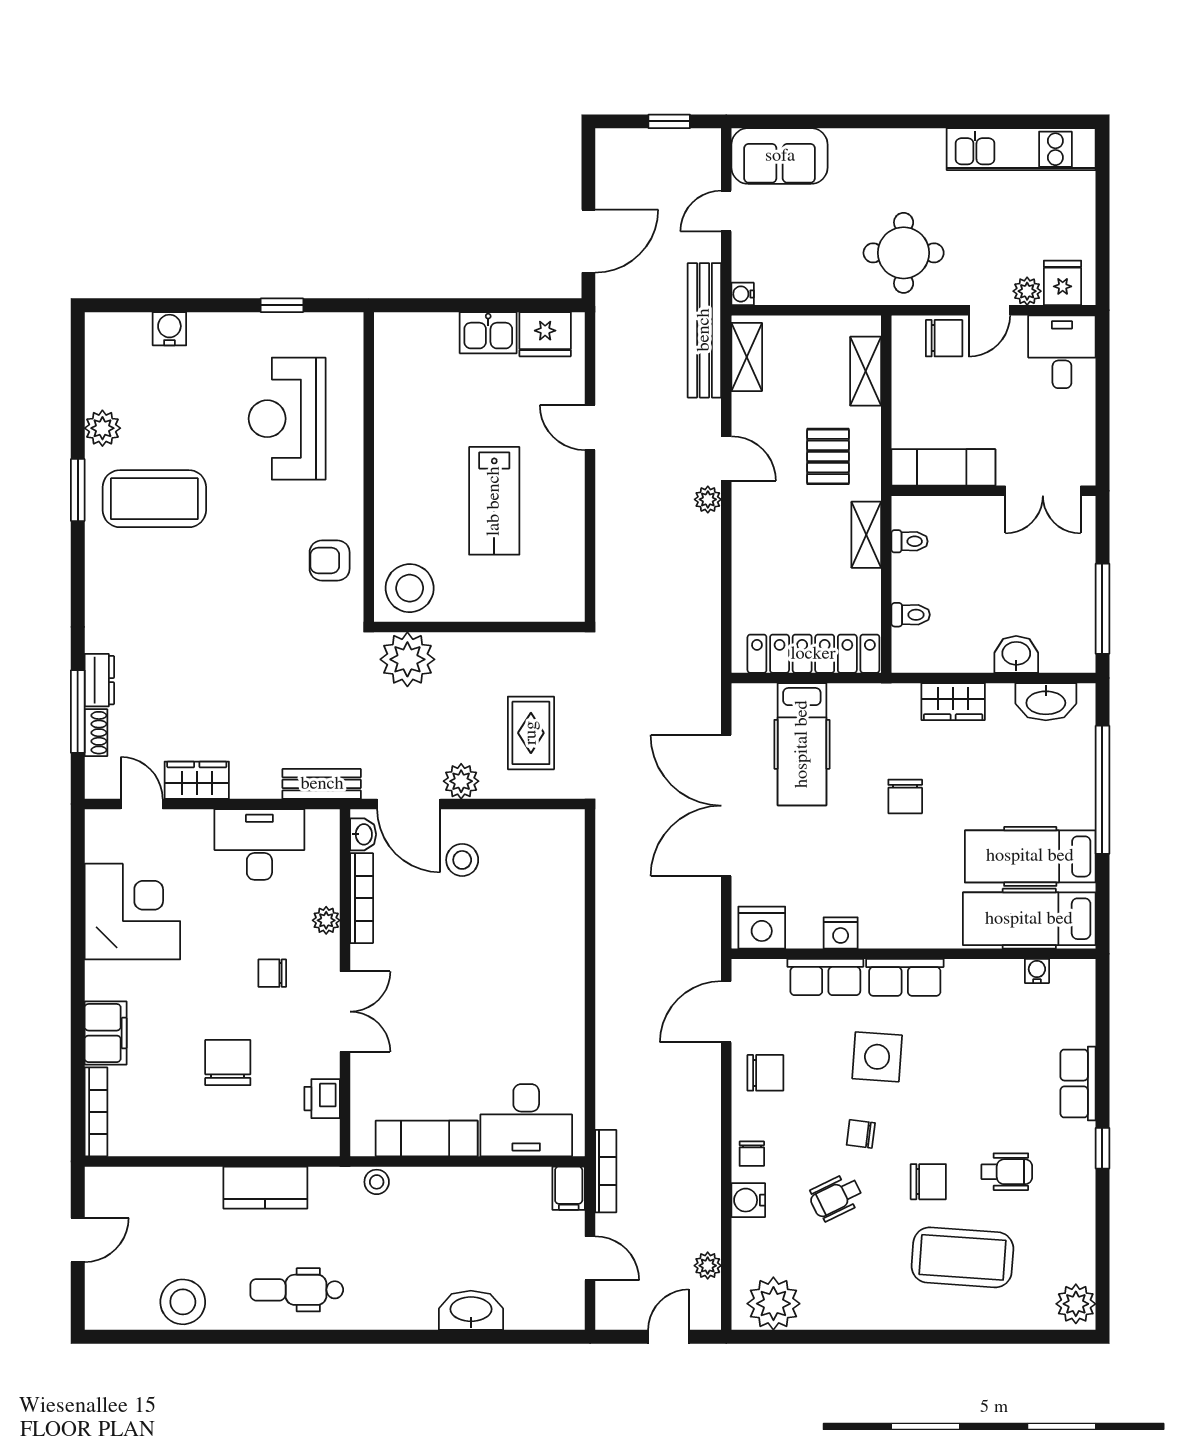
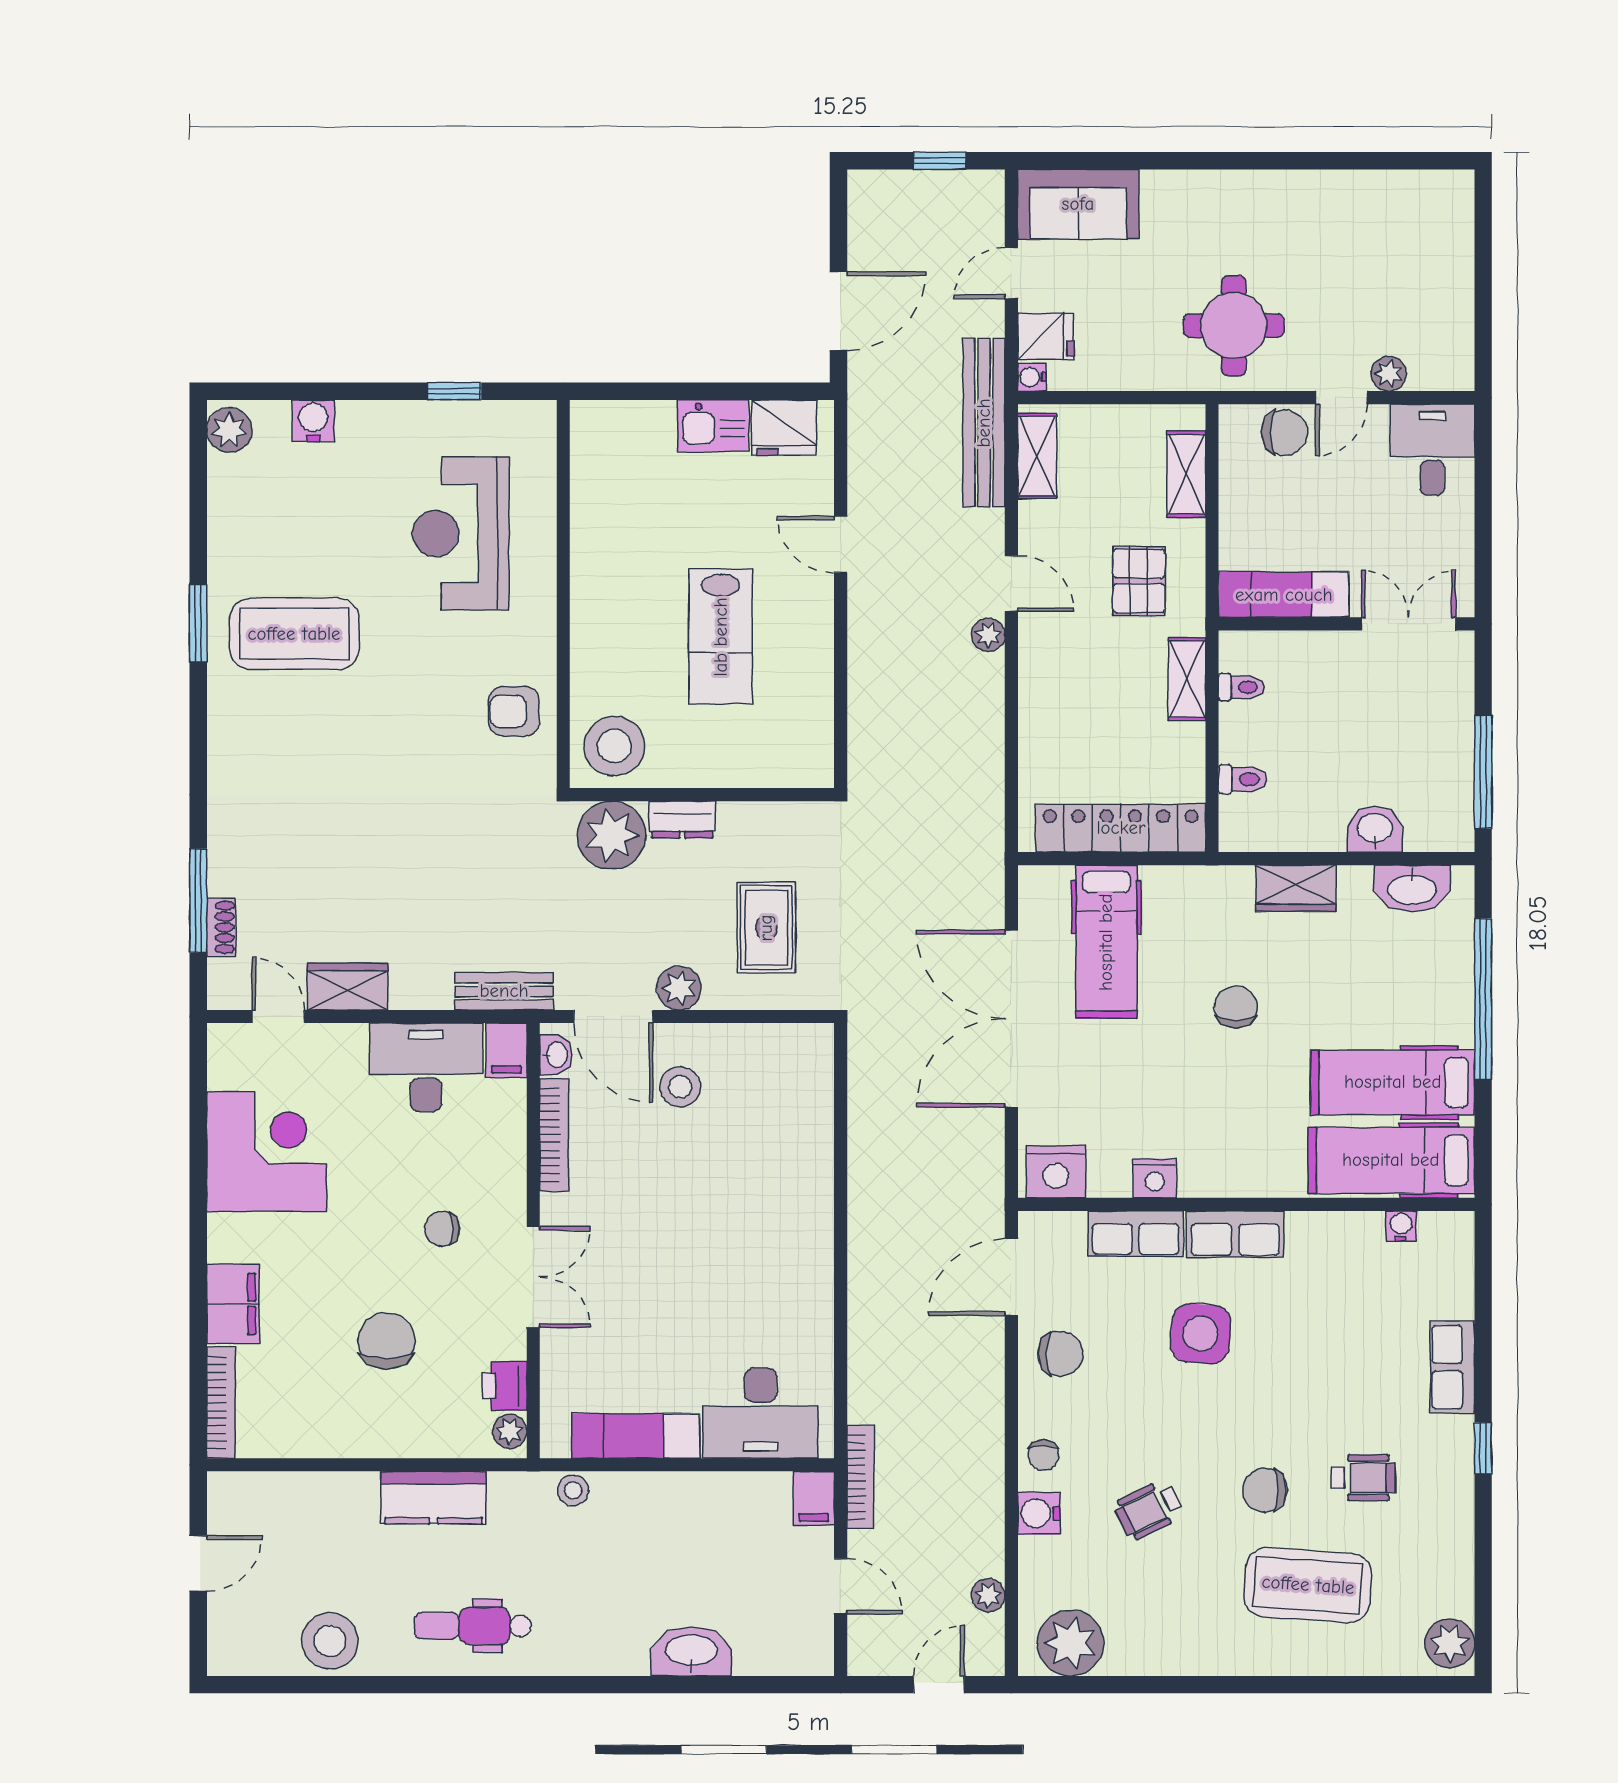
kitchen unit: (1021, 149) -> (1381, 196), removed
fridge: (1063, 283) -> (1046, 336), moved, turned 90
plant: (102, 428) -> (229, 430), moved
double door: (1043, 491) -> (1408, 624), swing flipped
dresser: (99, 680) -> (682, 820), moved, turned 90
chair: (905, 796) -> (1236, 1007), turned 180
filing cabinet: (324, 831) -> (506, 1050), added
plant: (326, 920) -> (510, 1431), moved
chair: (861, 1134) -> (1180, 1430), removed
chair: (928, 1182) -> (1265, 1490), turned 180

